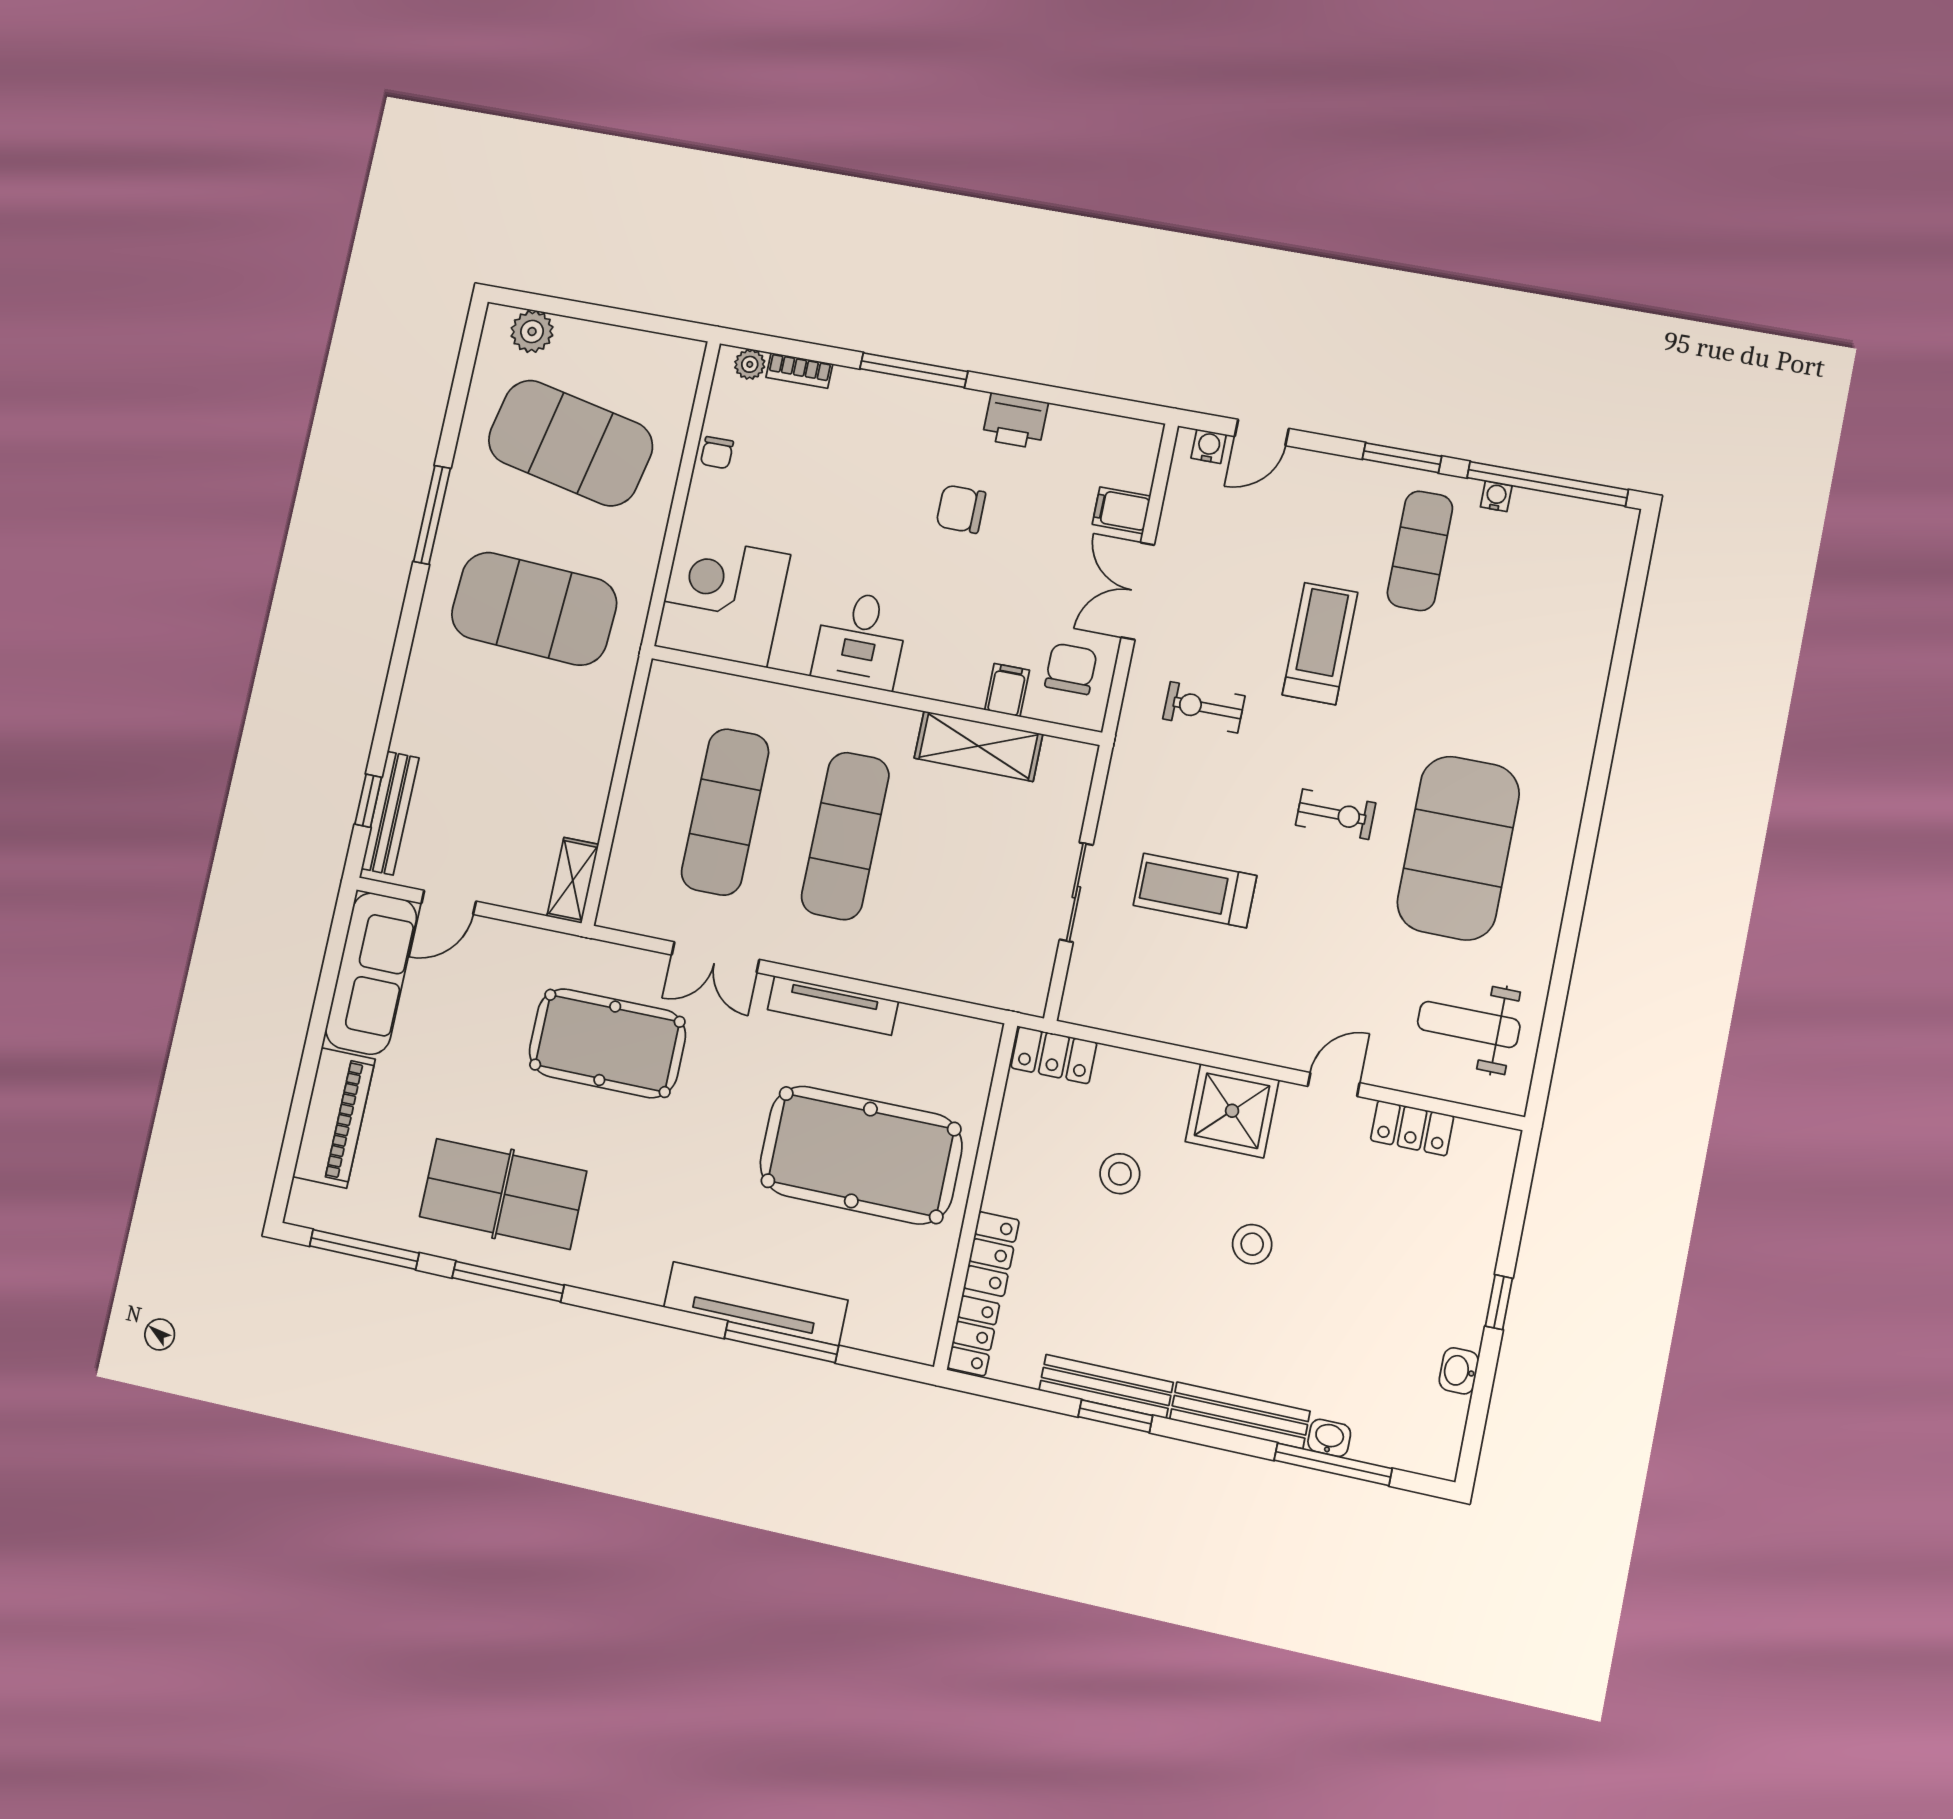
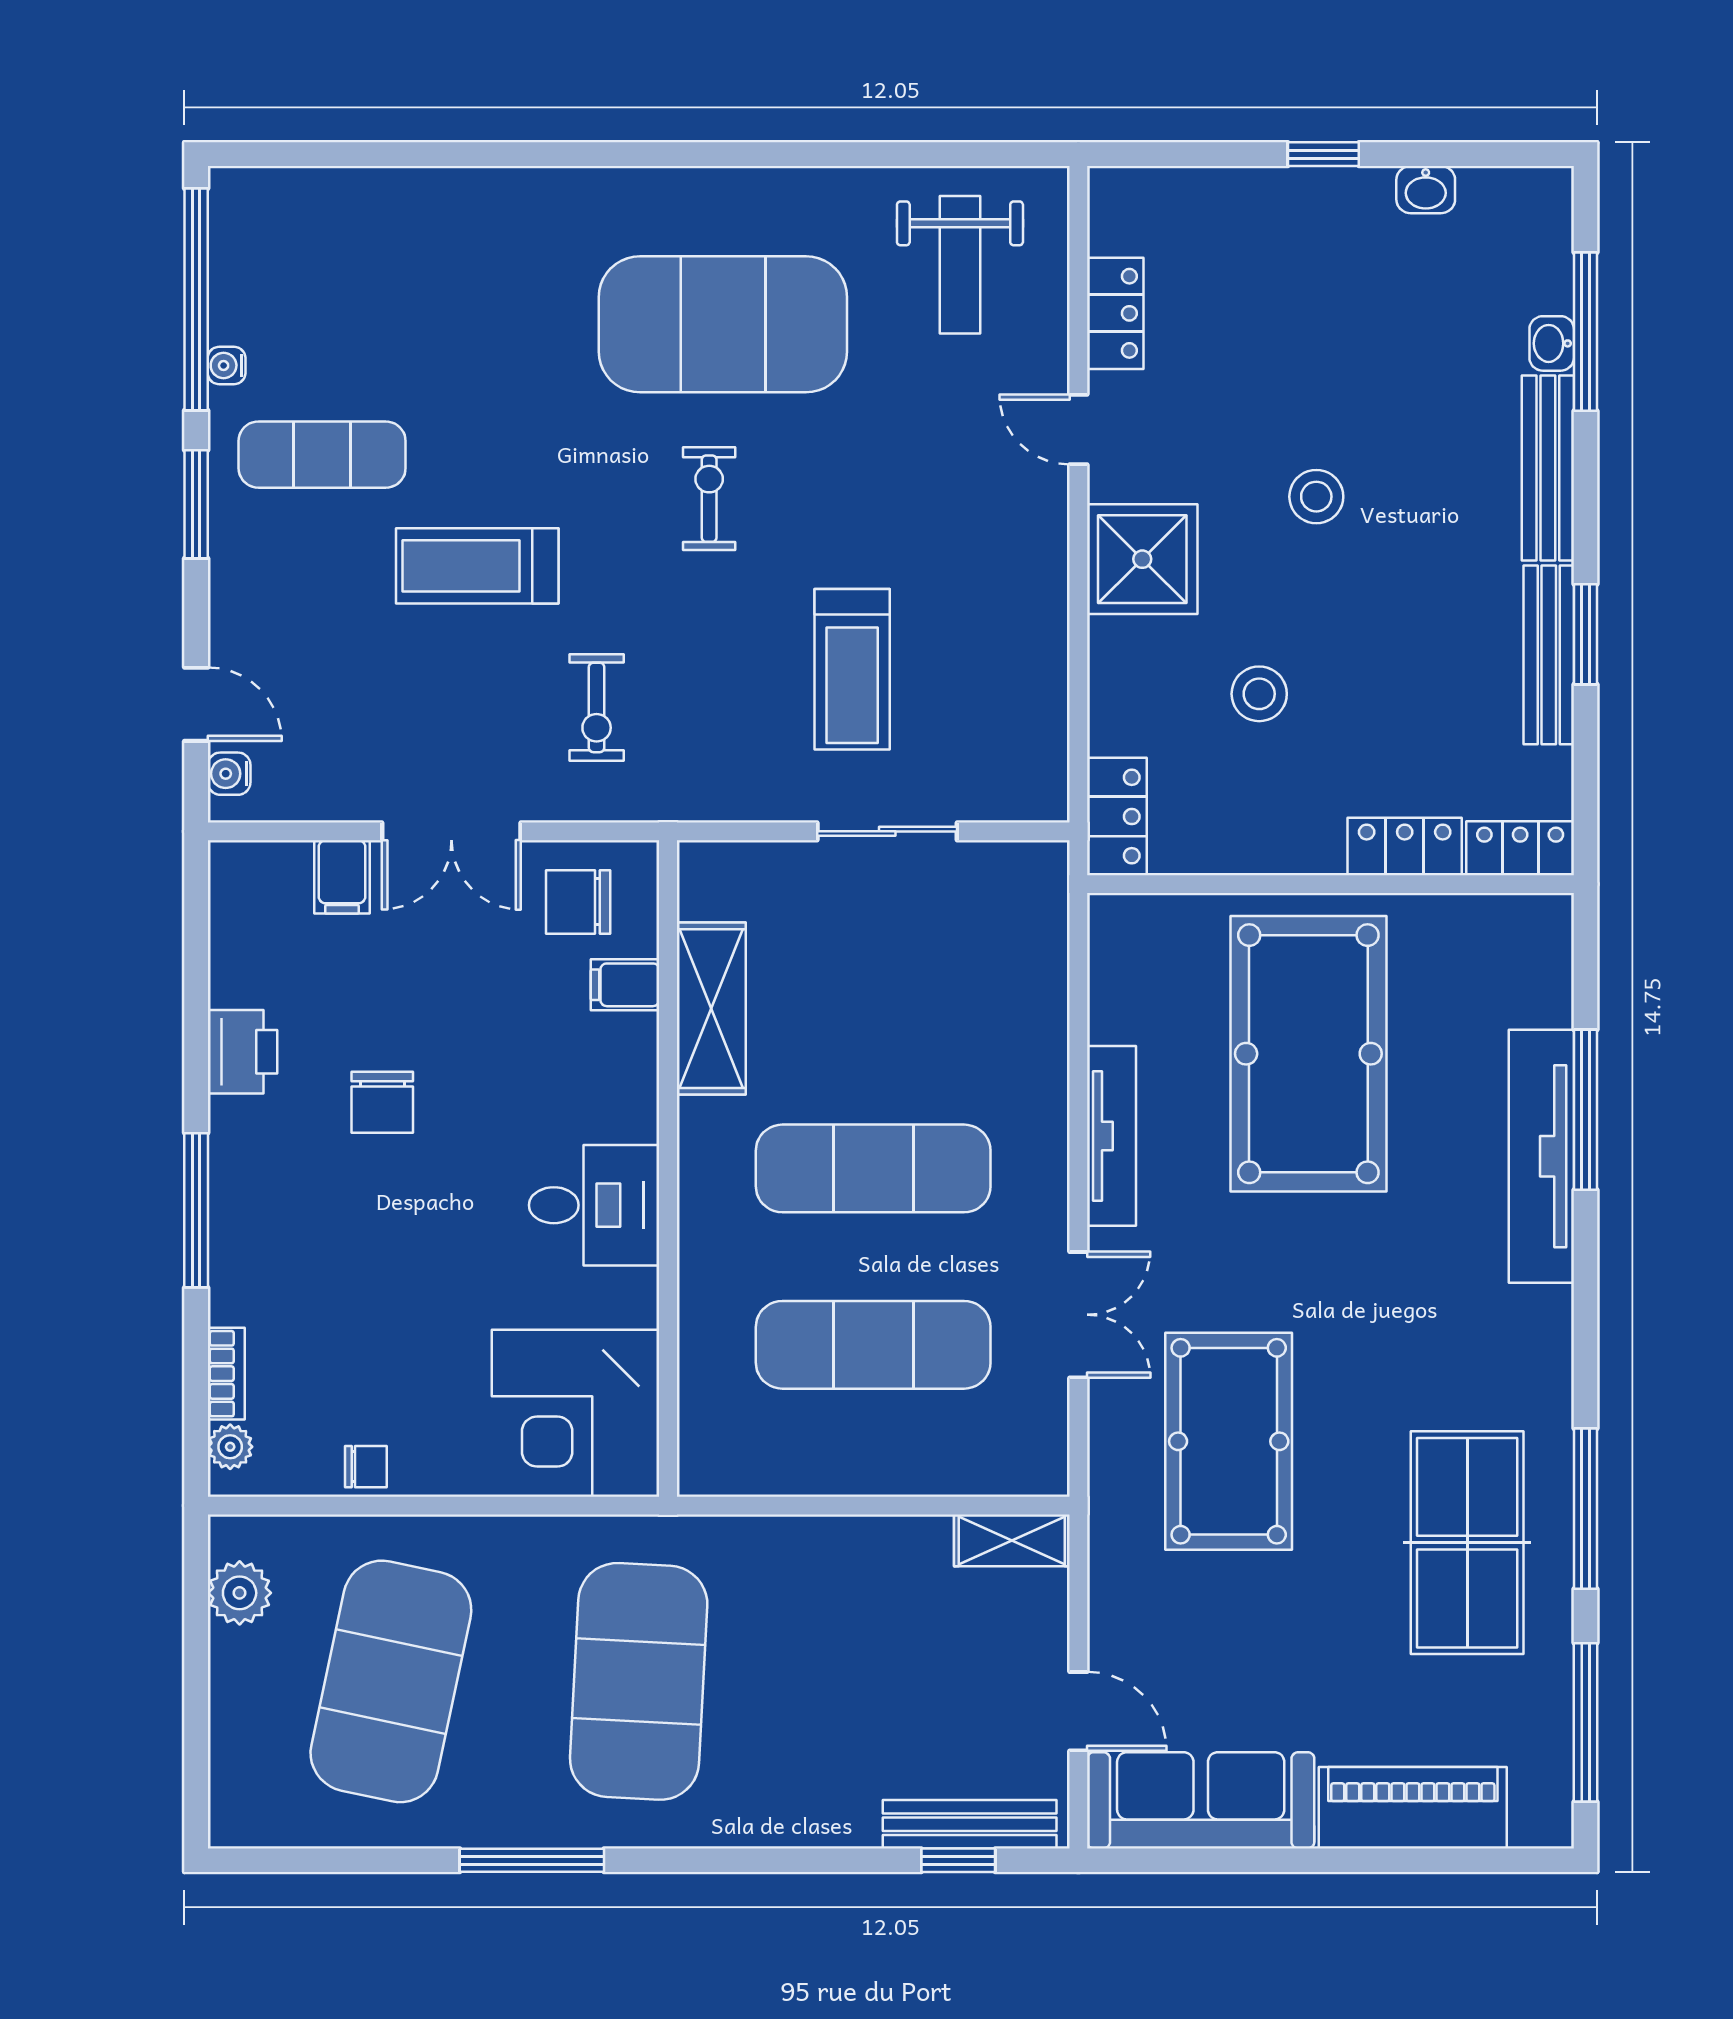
plant: (532, 332) -> (240, 1593), moved

